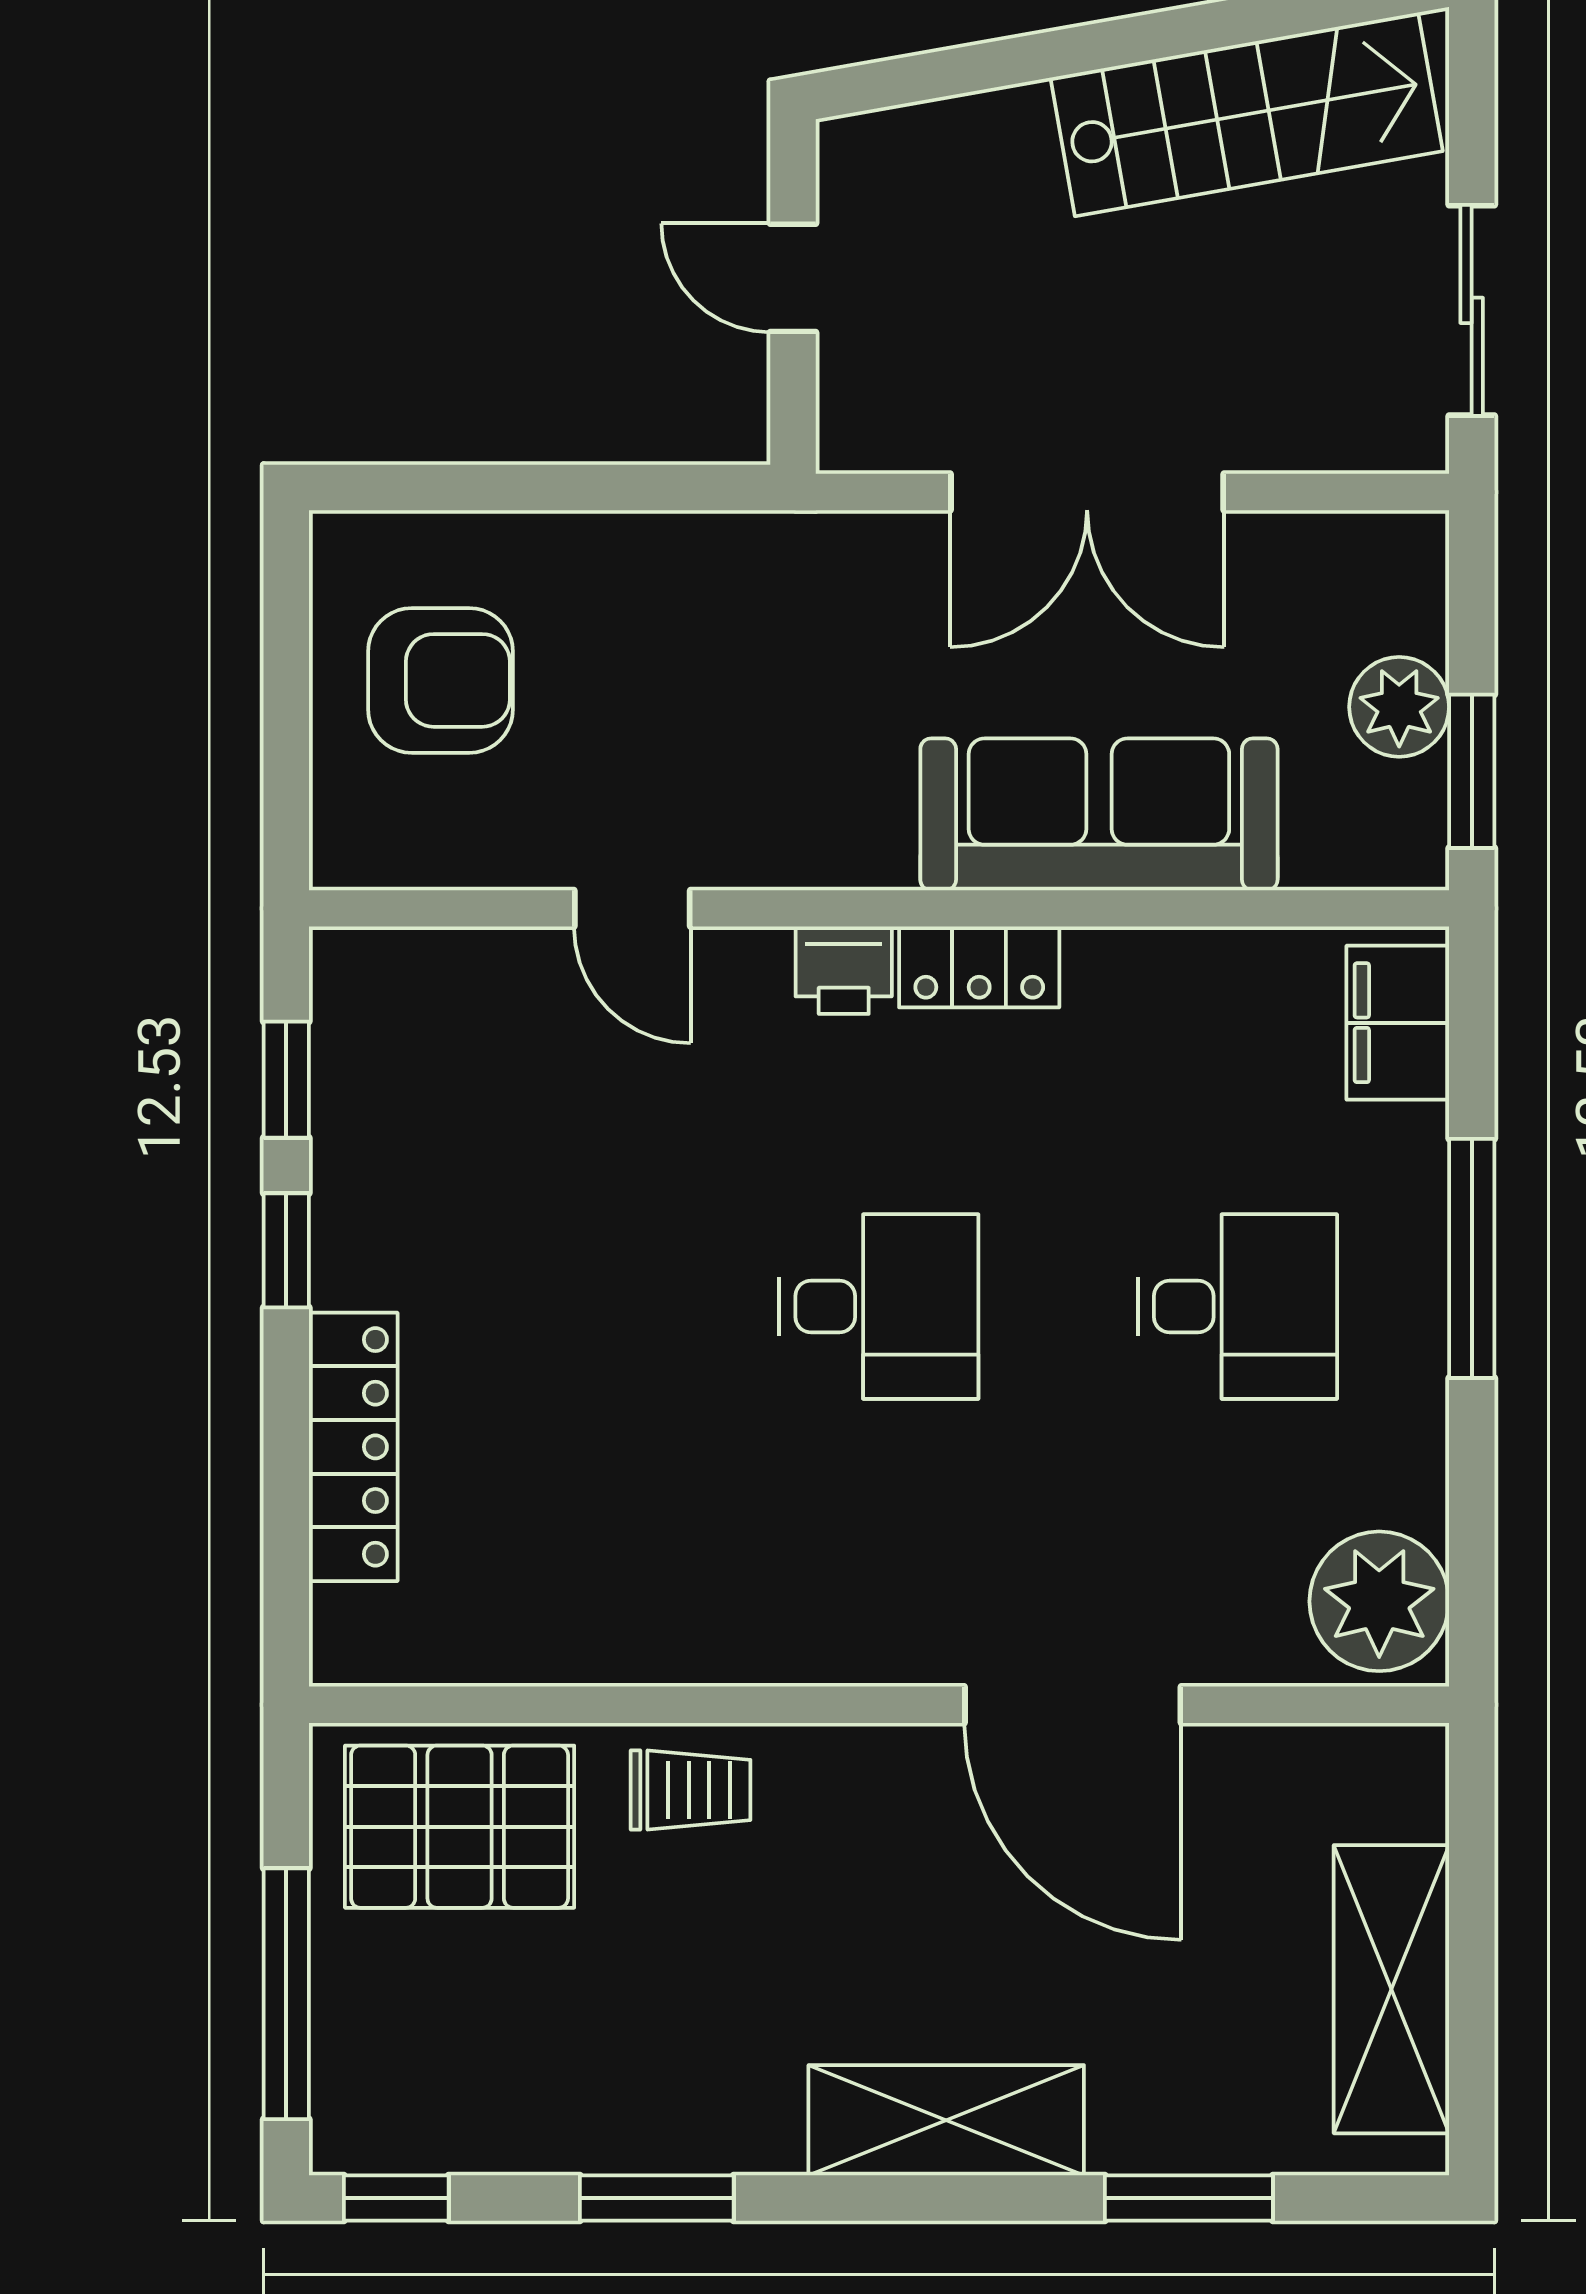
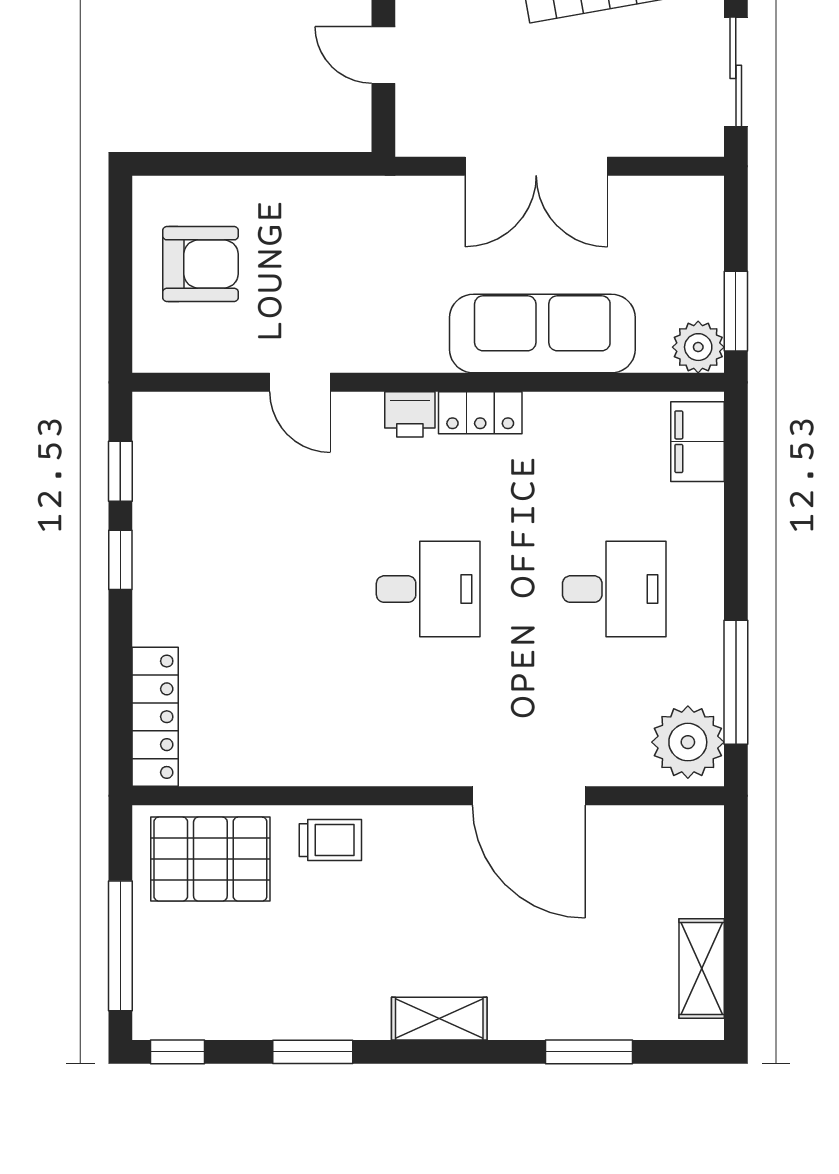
plant: (1399, 707) -> (698, 347), moved
window: (1472, 1258) -> (736, 682), moved
locker: (353, 1447) -> (155, 717), moved
shelving: (1391, 1989) -> (702, 968), width x0.67, depth x0.75
shelving: (946, 2120) -> (439, 1019), width x0.67, depth x0.75

